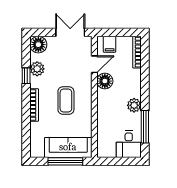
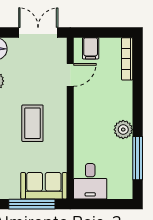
floor lamp: (105, 81) -> (84, 97), removed
desk: (129, 144) -> (90, 181), moved
sofa: (68, 147) -> (44, 186), width x0.73

